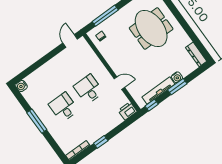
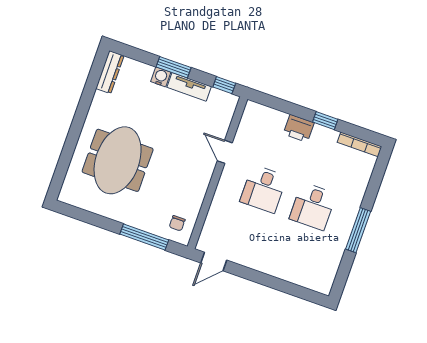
water cooler: (22, 86) -> (324, 286), removed
tv unit: (158, 91) -> (189, 87), width x0.71
printer: (128, 111) -> (299, 128), moved

